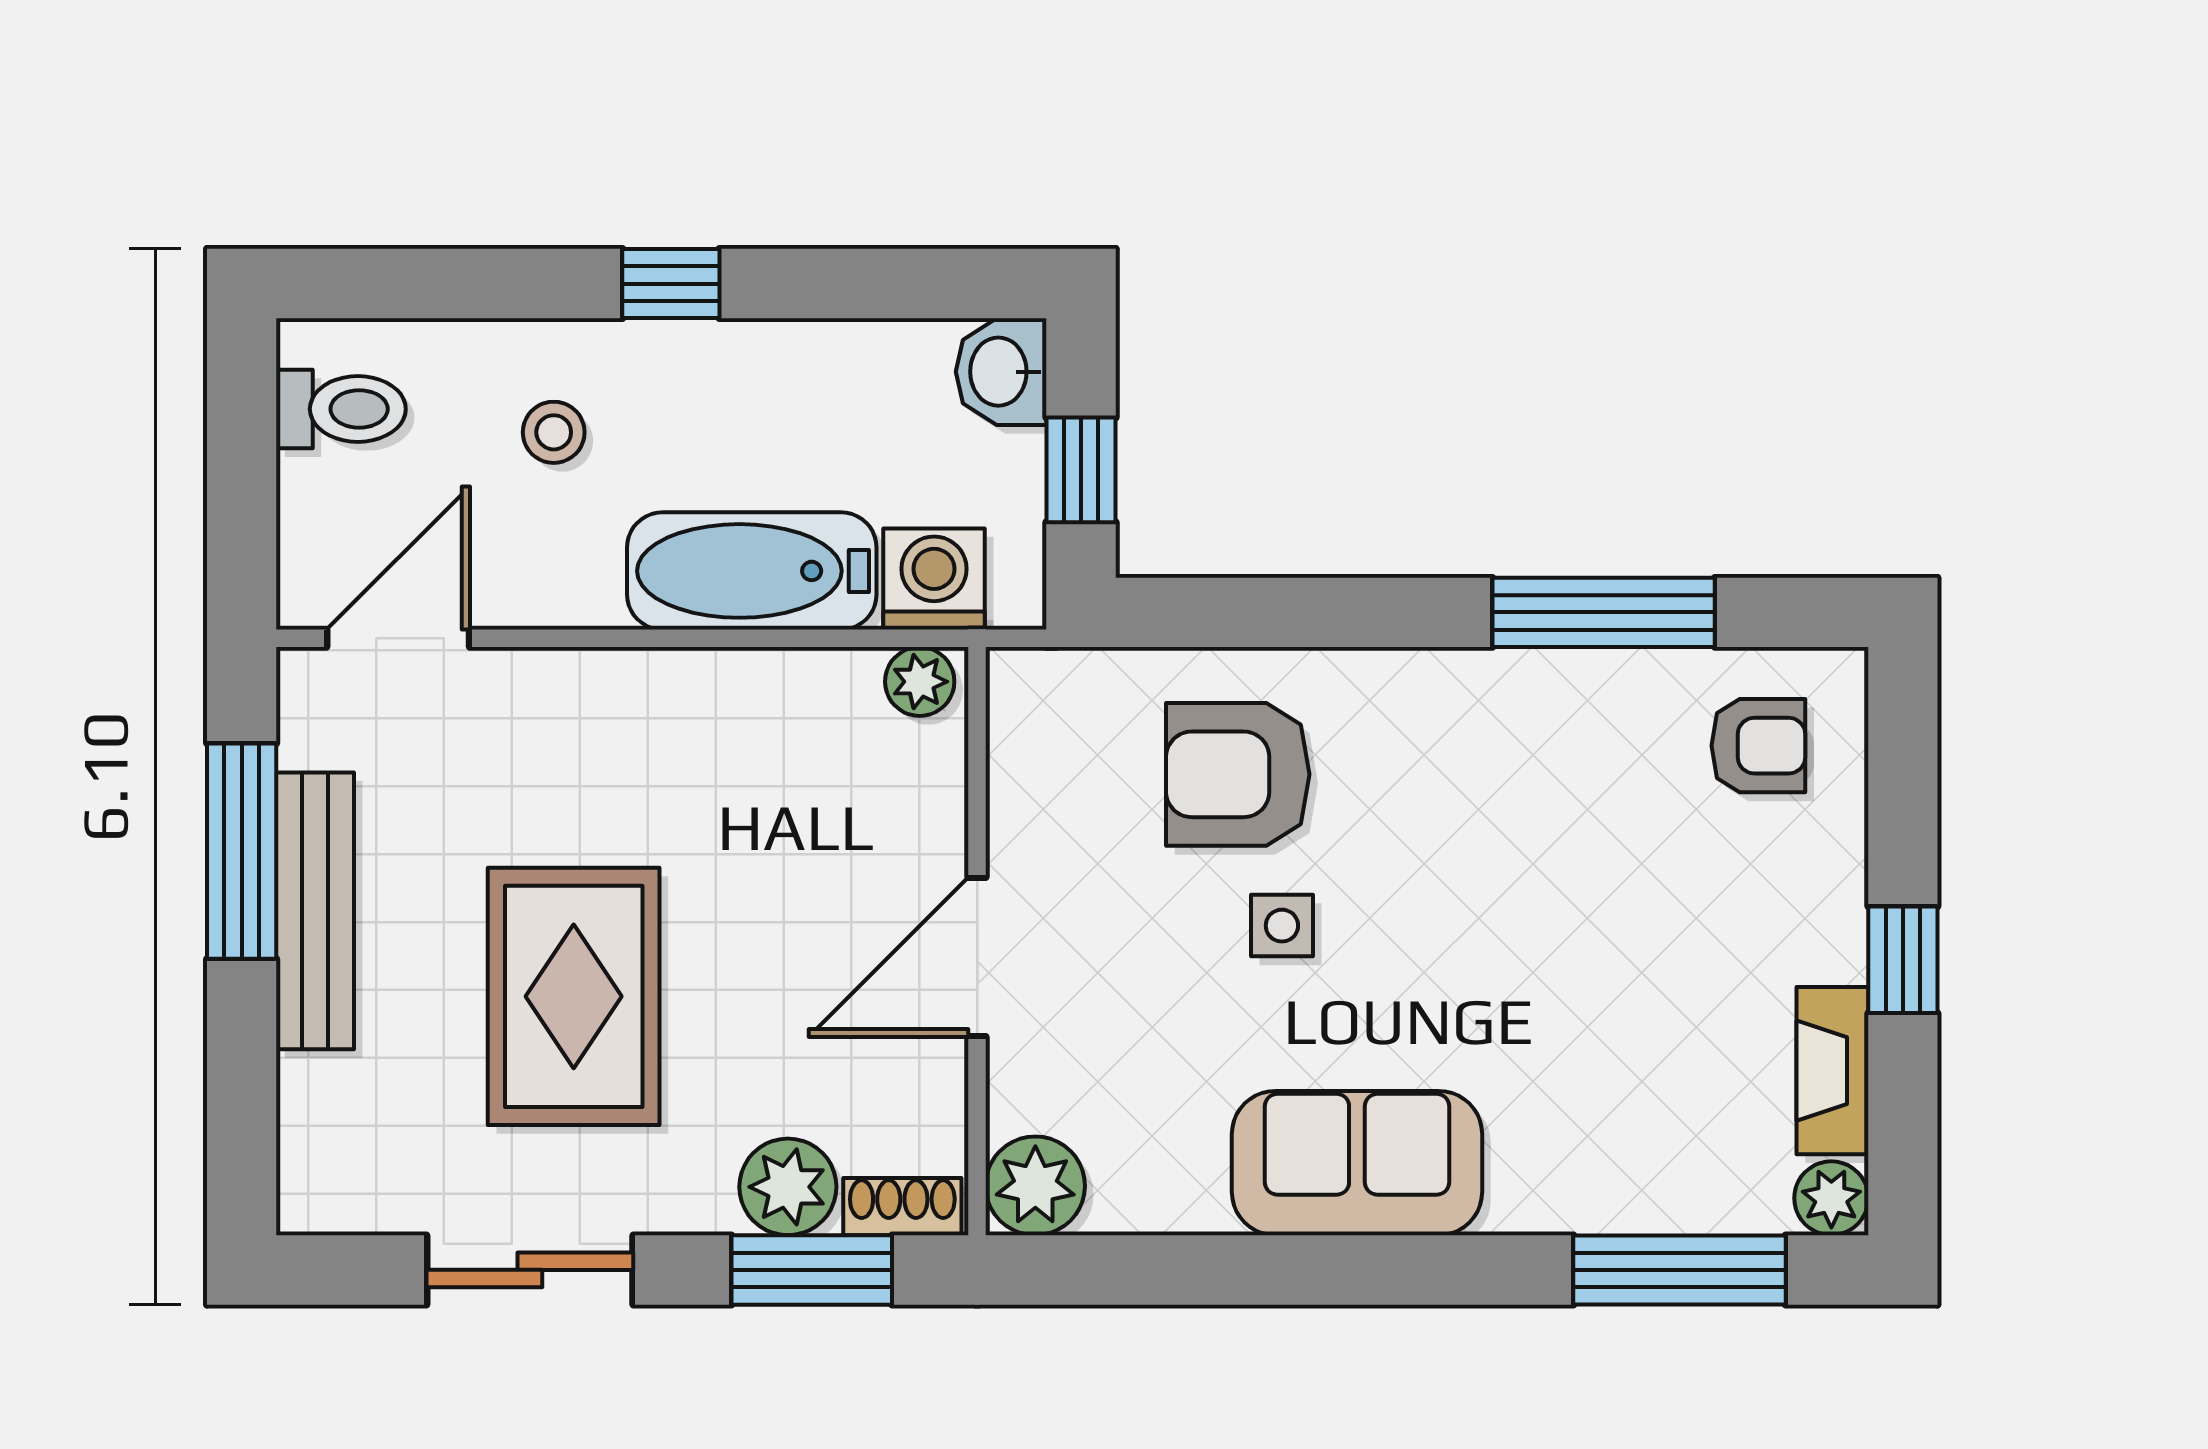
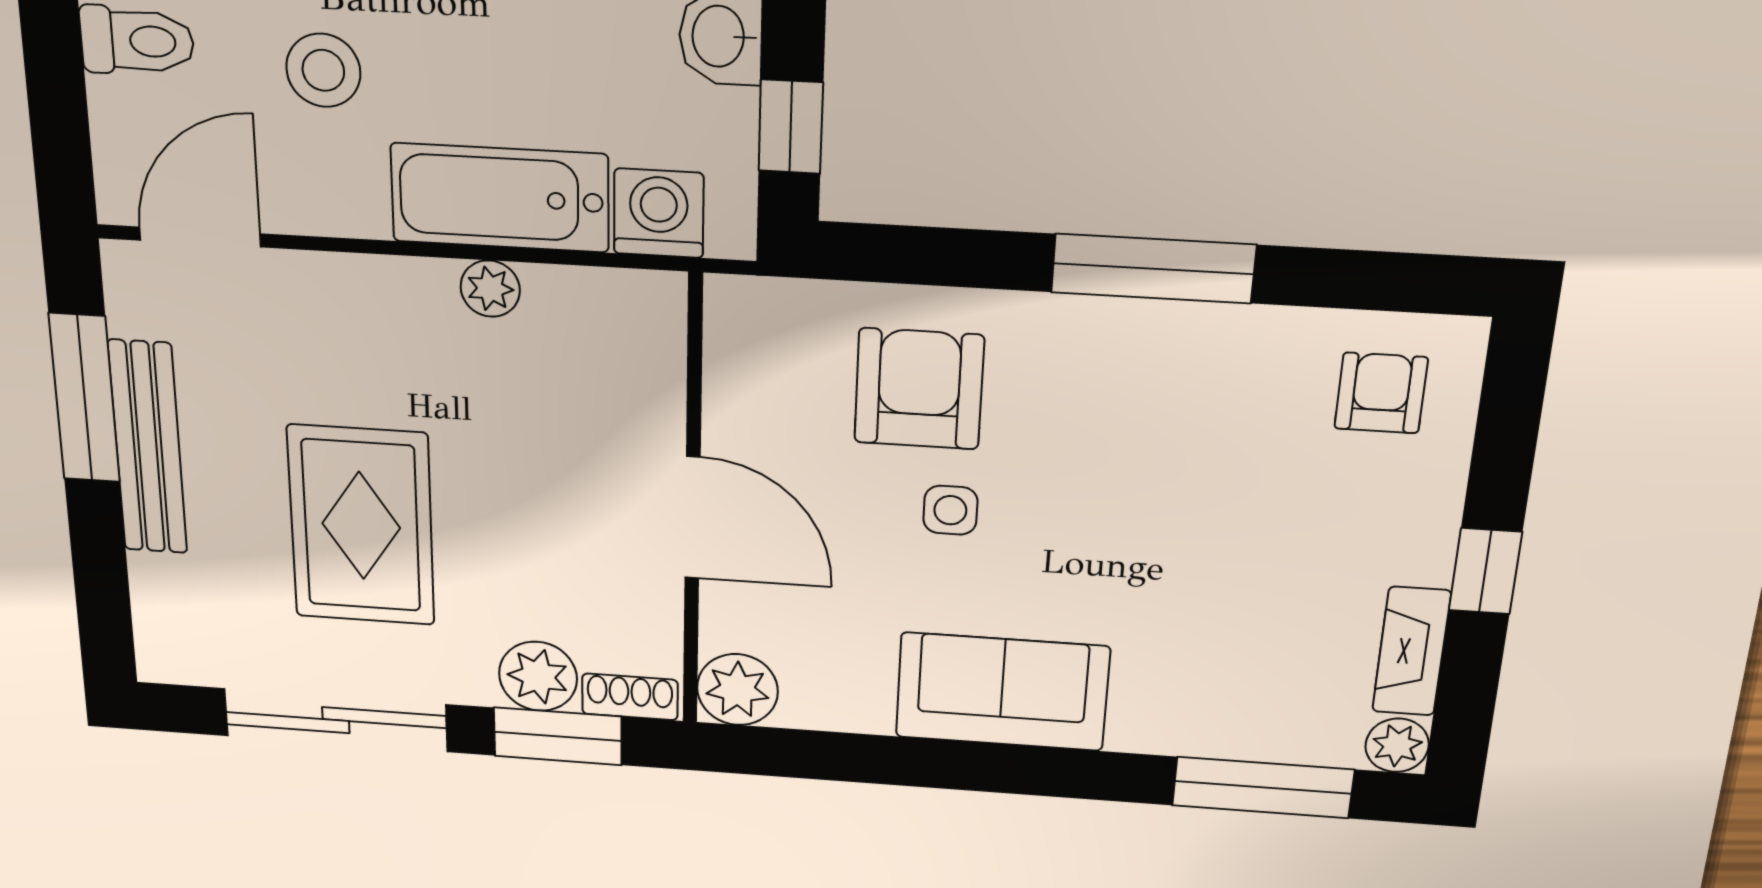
stool: (554, 432) -> (323, 70), width x1.37, depth x1.37
window: (1604, 612) -> (1153, 269), moved
plant: (920, 682) -> (490, 289), moved
armchair: (1758, 746) -> (1381, 393), turned -90
armchair: (1238, 774) -> (919, 389), turned 90
door: (977, 957) -> (692, 518), swing flipped
sliding door: (530, 1270) -> (336, 720), width x1.37

